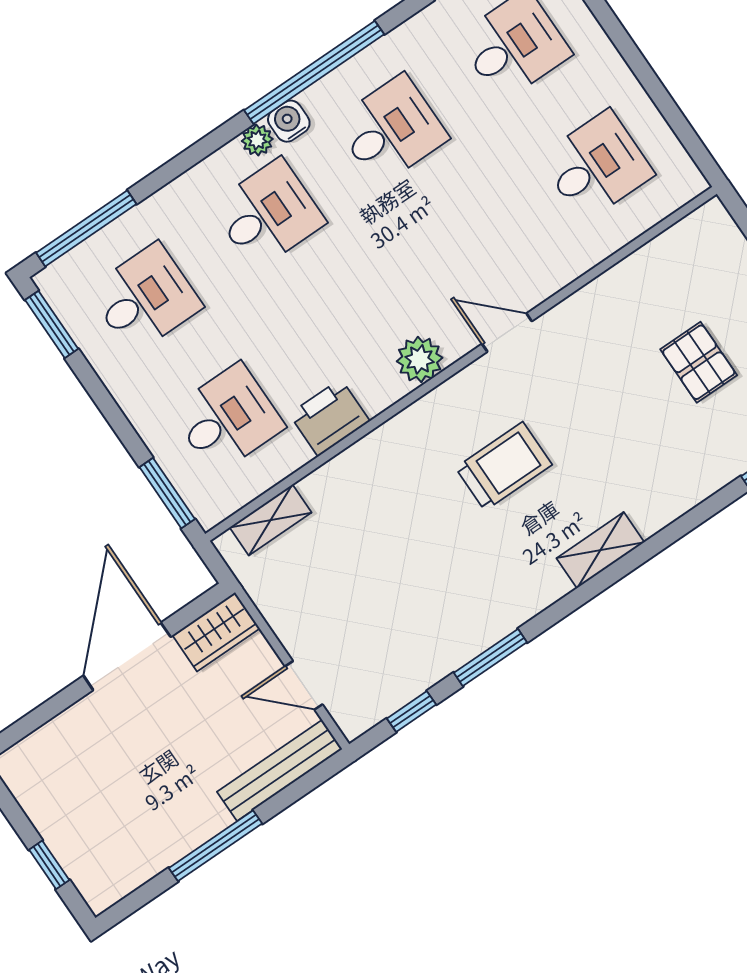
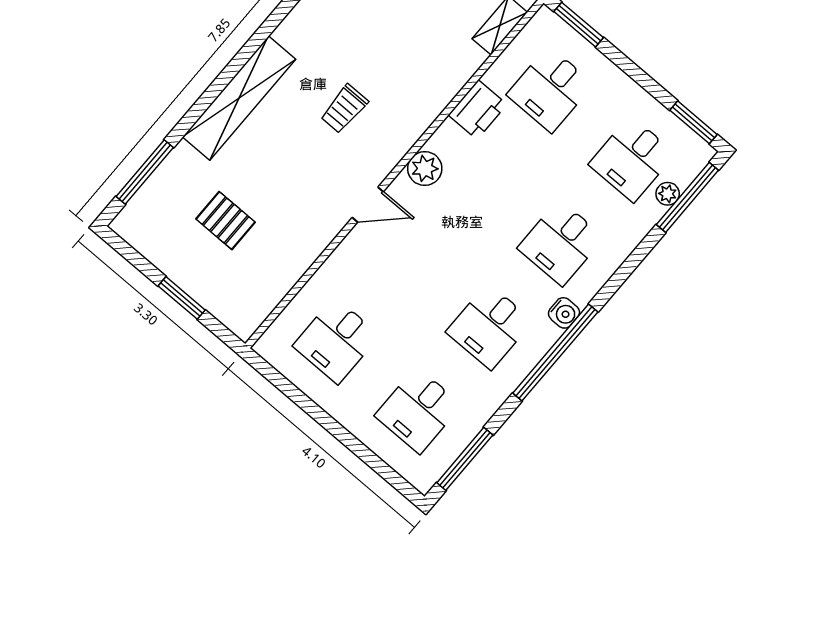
plant: (257, 140) -> (668, 194), moved
trolley: (504, 466) -> (344, 109), width x0.73, depth x0.72
shelving: (600, 550) -> (239, 98), width x2.20, depth x1.33

